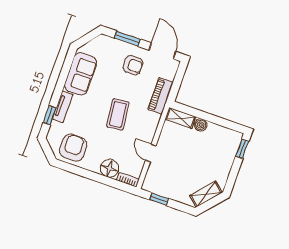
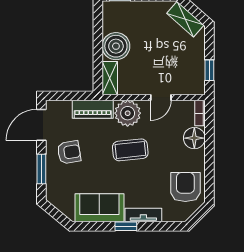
armchair: (133, 65) -> (69, 152), turned 81
window: (50, 115) -> (126, 226), moved
plant: (148, 122) -> (128, 113), added
boiler: (201, 125) -> (116, 46), width x1.86, depth x1.86
armchair: (73, 148) -> (185, 187), turned 90

